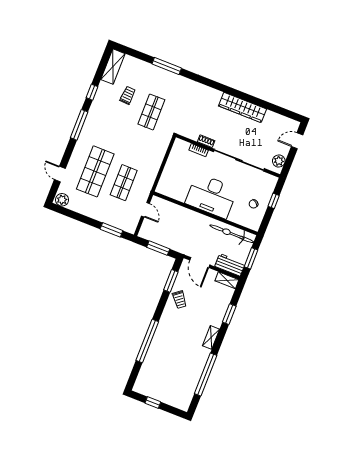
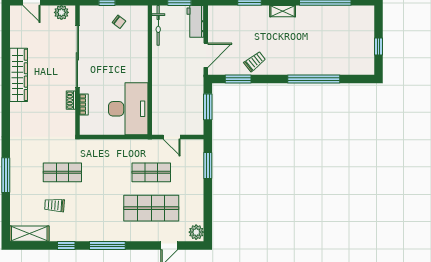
desk: (211, 196) -> (128, 109), moved
door: (145, 210) -> (172, 137), swing flipped
bicycle: (232, 234) -> (158, 25), width x0.73, depth x0.71
shelving: (227, 280) -> (214, 18), removed

